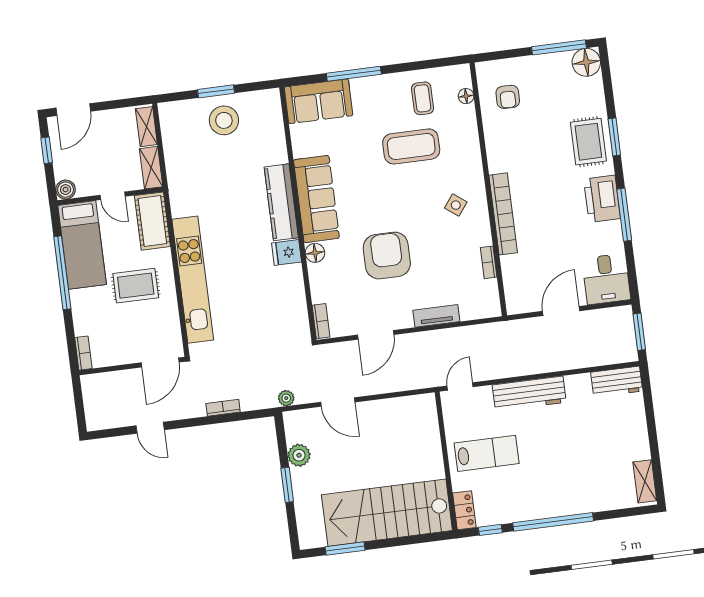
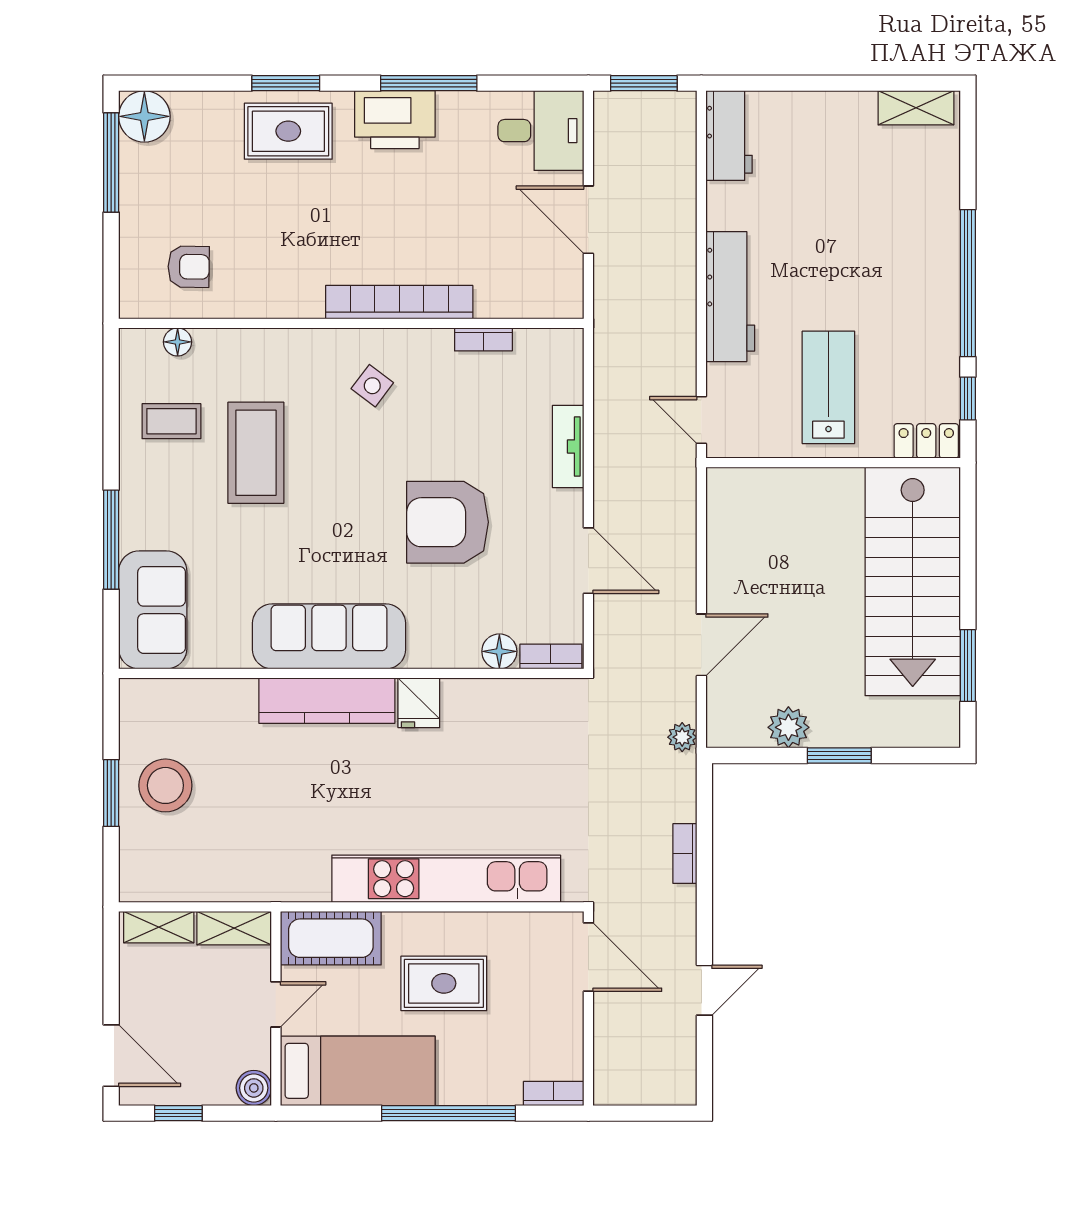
floor lamp: (315, 253) -> (499, 651), moved
window: (62, 273) -> (449, 1113), moved
rug: (136, 286) -> (444, 983), turned 90

